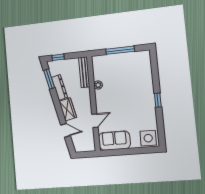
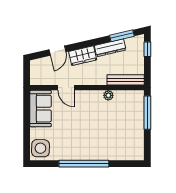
window: (120, 50) -> (147, 113), moved
window: (158, 100) -> (84, 164), width x3.17

